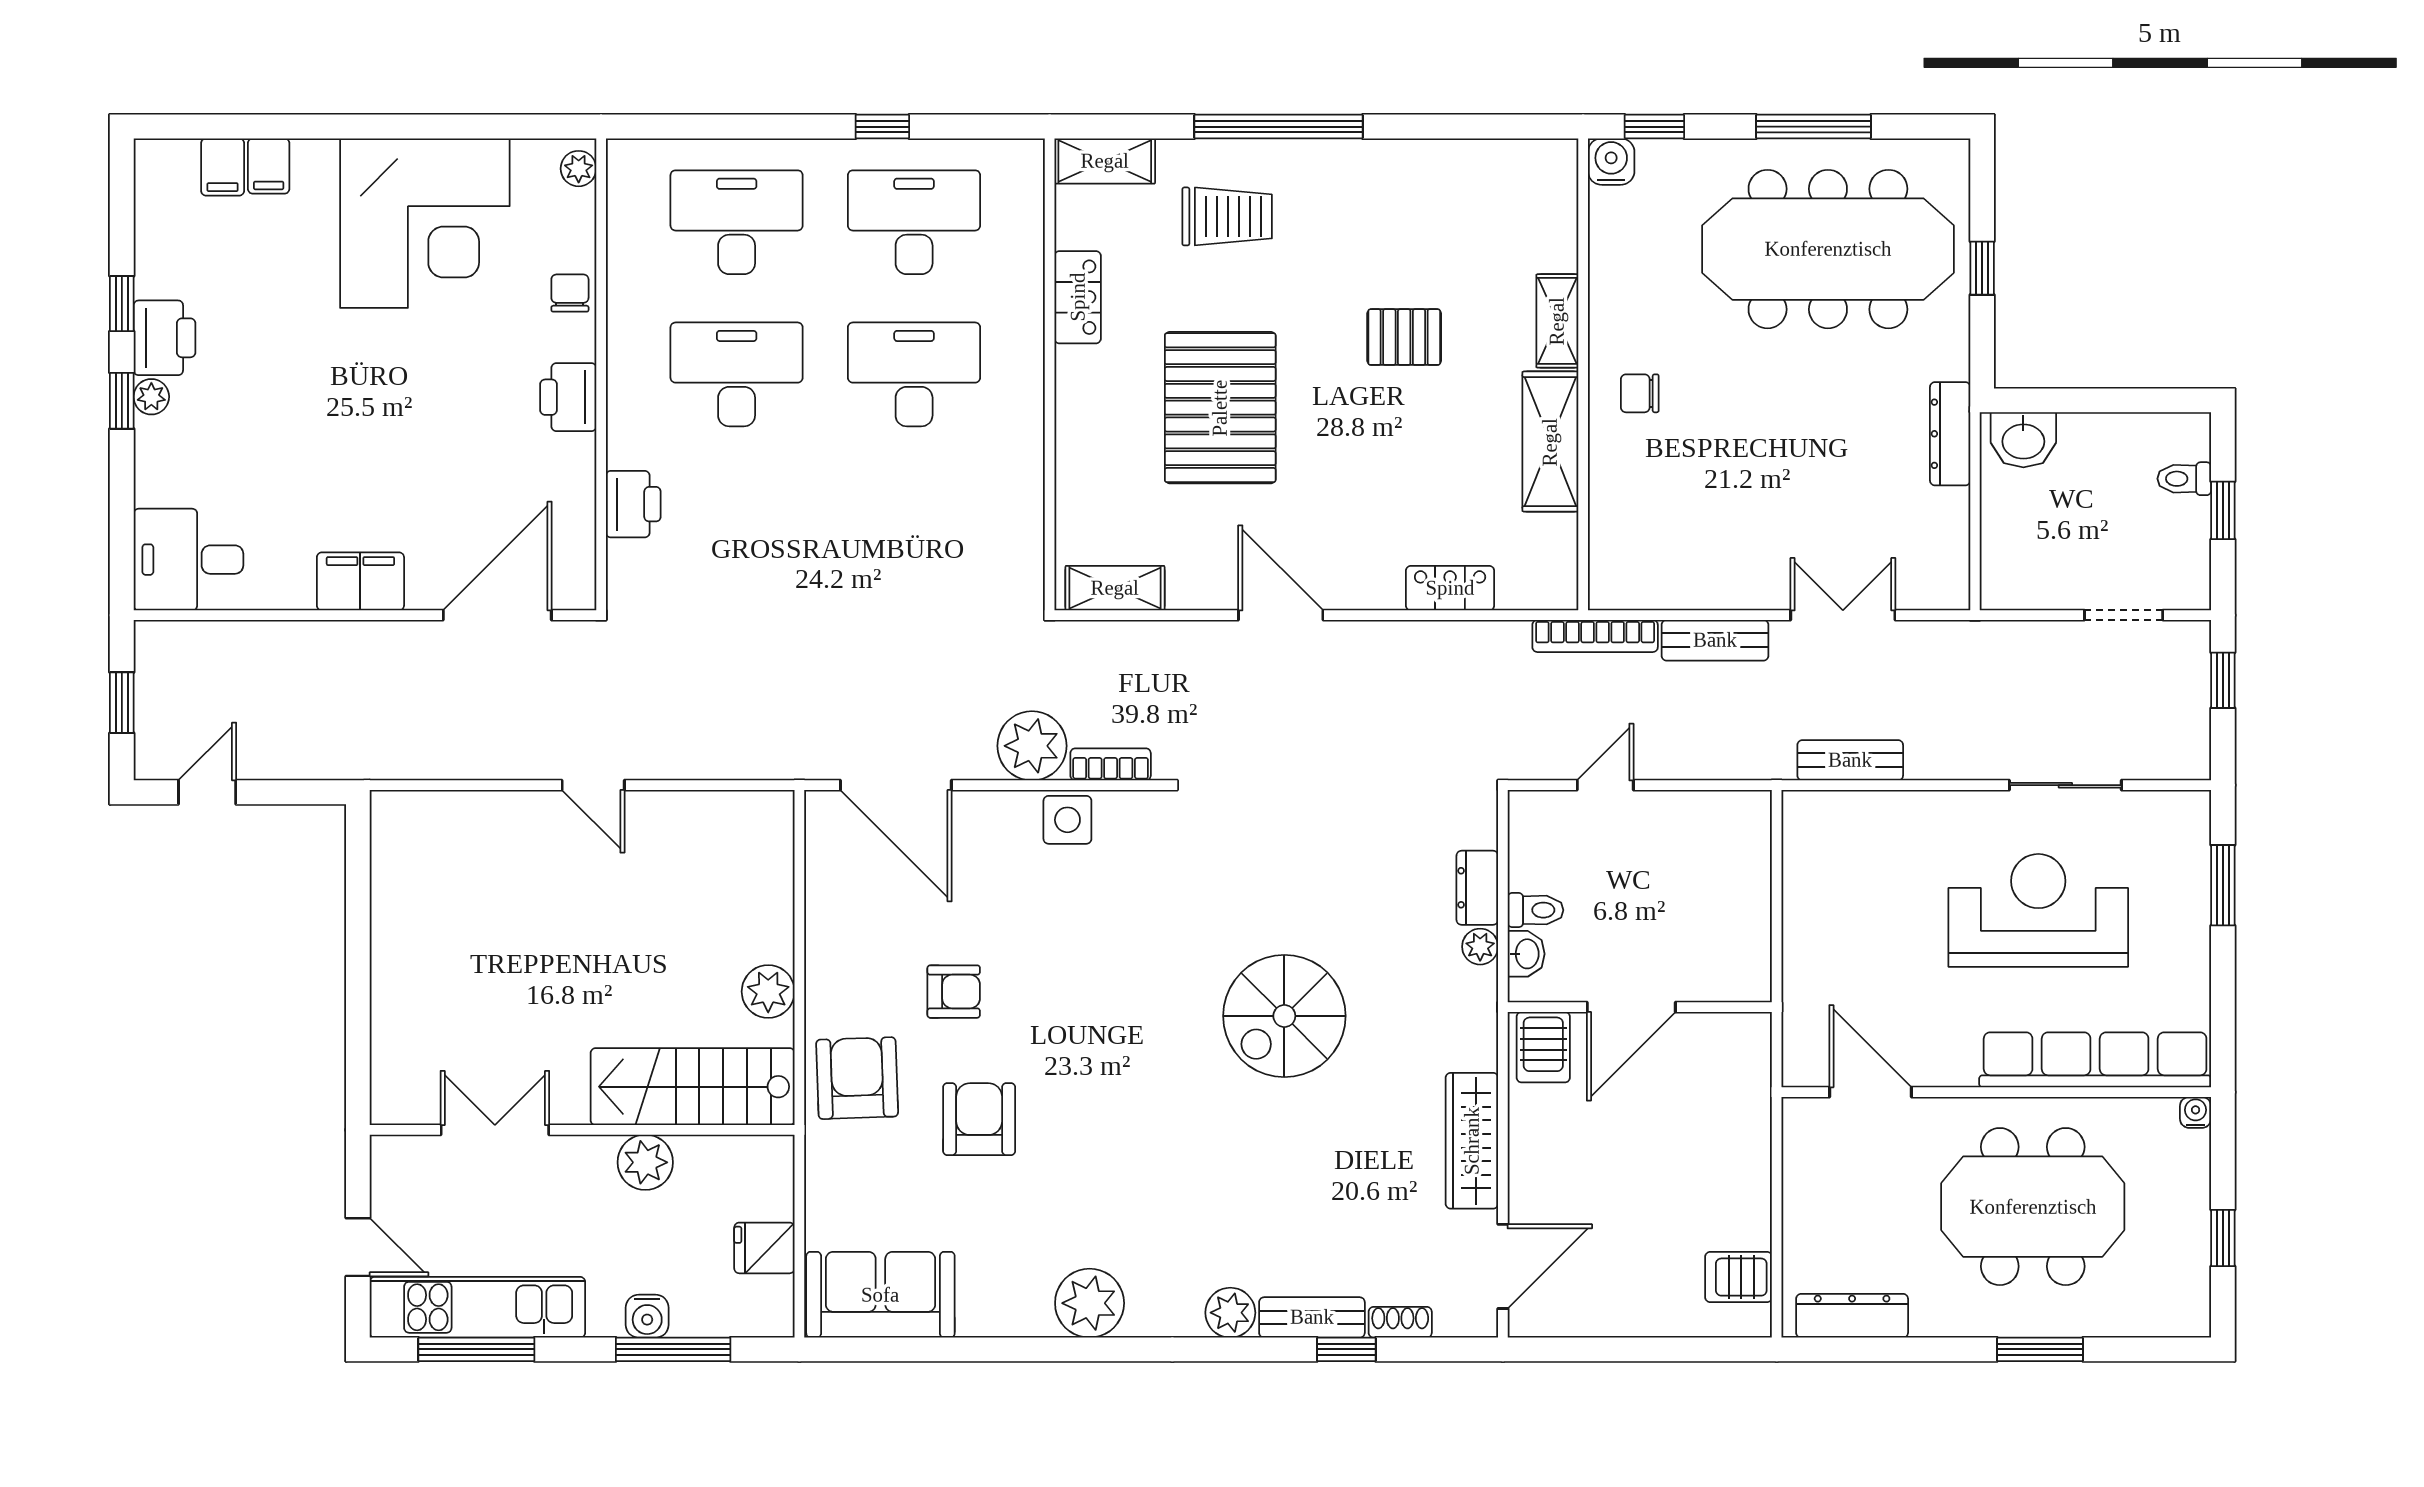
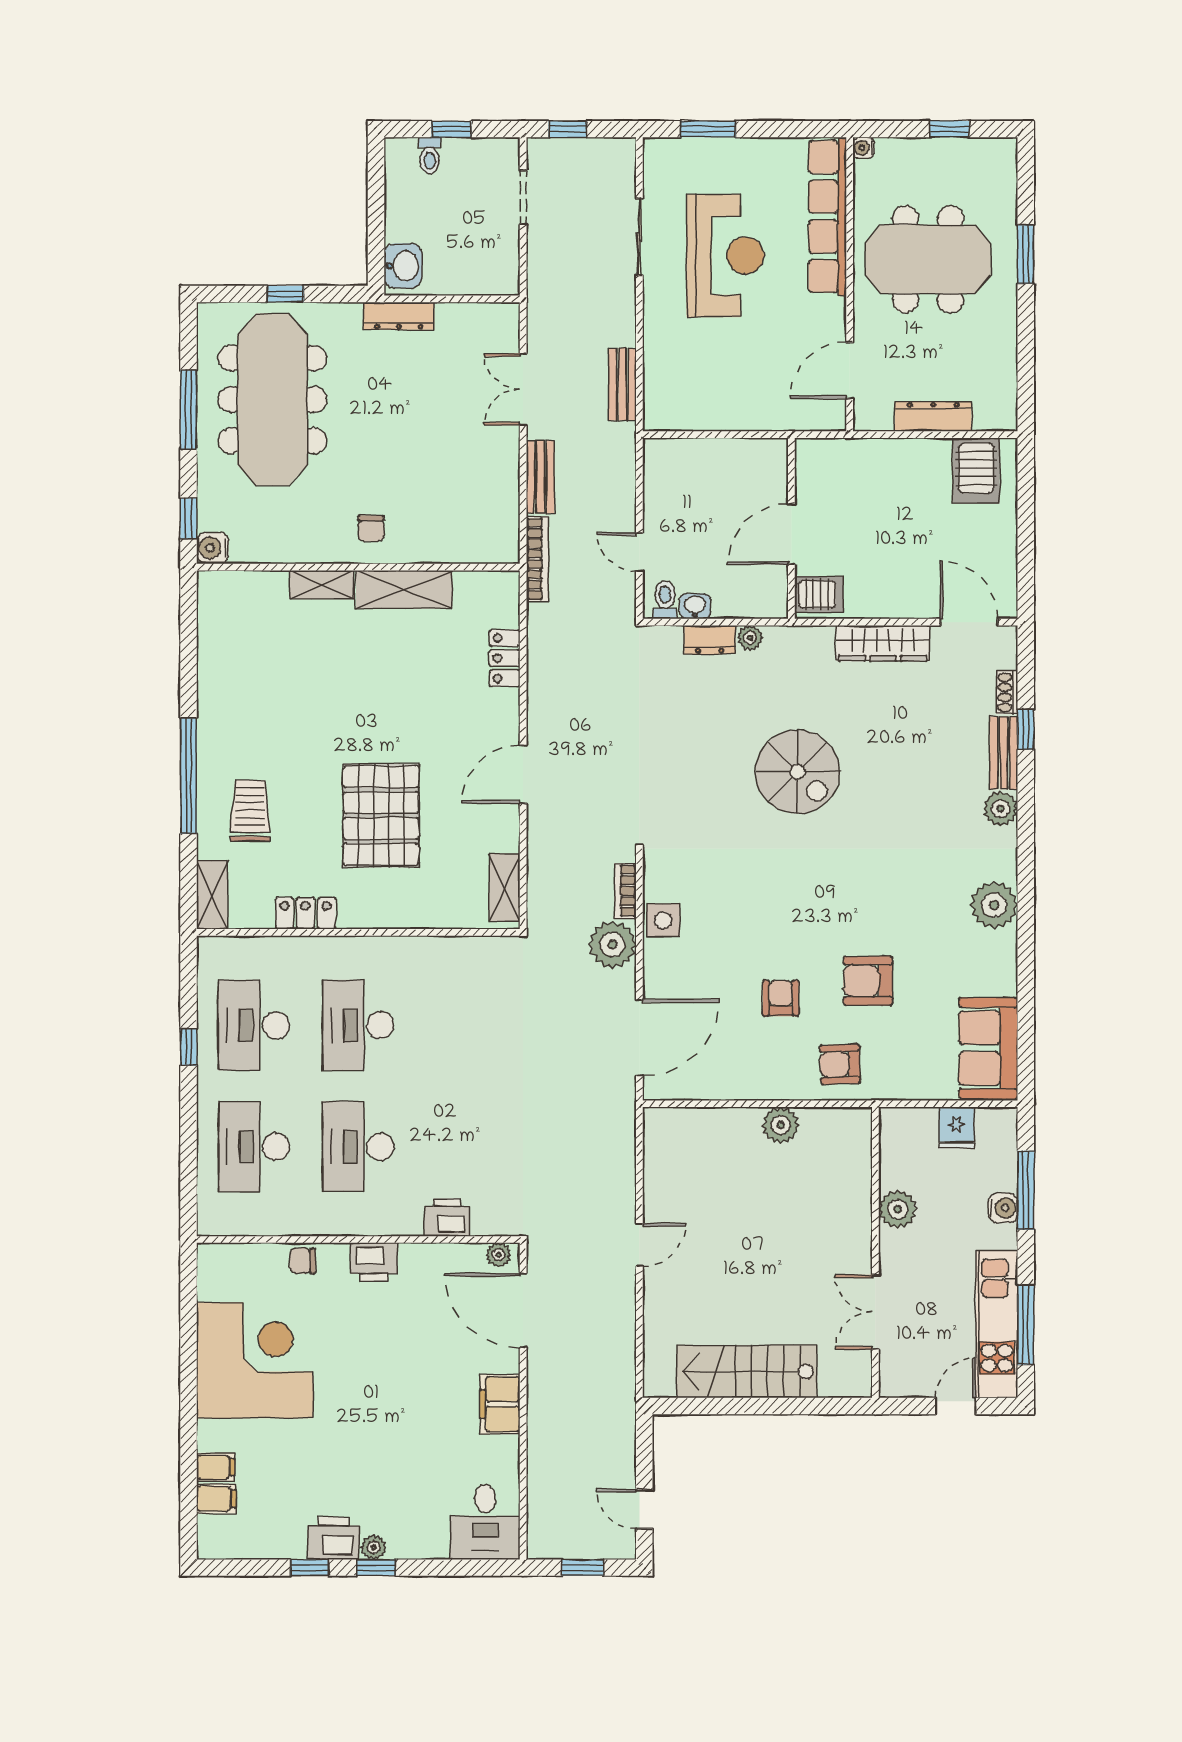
plant: (579, 169) -> (499, 1255), moved
pallet: (1404, 337) -> (333, 690), removed
pallet: (1220, 408) -> (381, 816), turned 90
toilet: (1535, 910) -> (665, 600), moved
reception desk: (2038, 910) -> (725, 256), turned 180
washbasin: (1526, 954) -> (695, 606), moved
door: (1631, 1007) -> (791, 534), swing flipped
armchair: (857, 1078) -> (840, 1064), width x0.72, depth x0.72
stairs: (693, 1087) -> (747, 1372), moved, turned 90
meeting table: (2033, 1207) -> (928, 259), turned 90
server rack: (1739, 1277) -> (976, 471), width x1.36, depth x1.44
dresser: (1852, 1316) -> (933, 416), moved, turned 90

